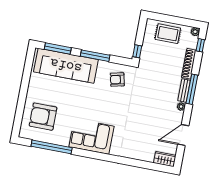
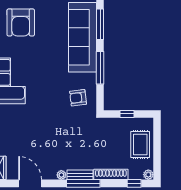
window: (137, 51) -> (127, 114), moved
armchair: (117, 80) -> (78, 98), turned -84
armchair: (43, 117) -> (21, 22), turned 180

